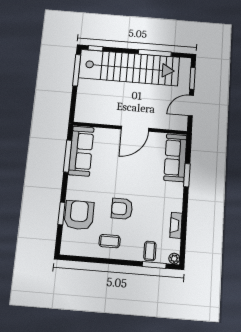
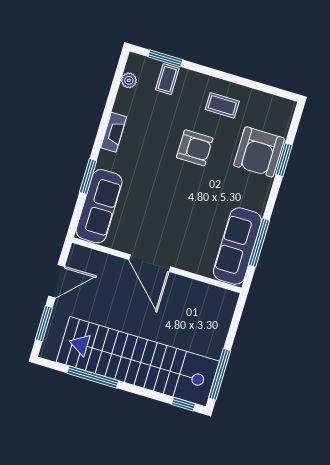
door: (135, 129) -> (150, 263), swing flipped
fireplace: (176, 225) -> (114, 132), moved
plant: (174, 259) -> (129, 80), moved

